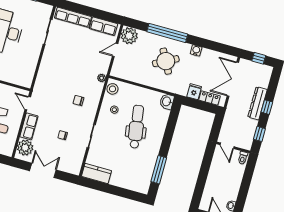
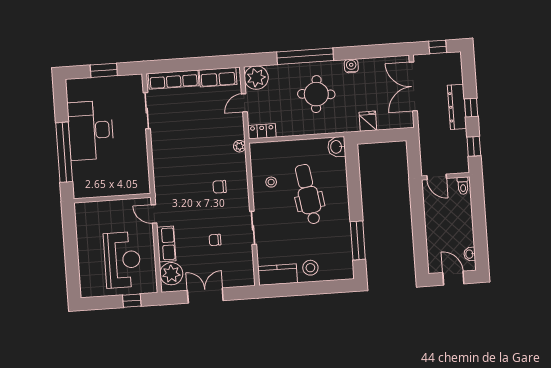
round table: (166, 61) -> (316, 94), turned 33
stool: (113, 89) -> (310, 268), moved
locker: (210, 98) -> (262, 131), moved

